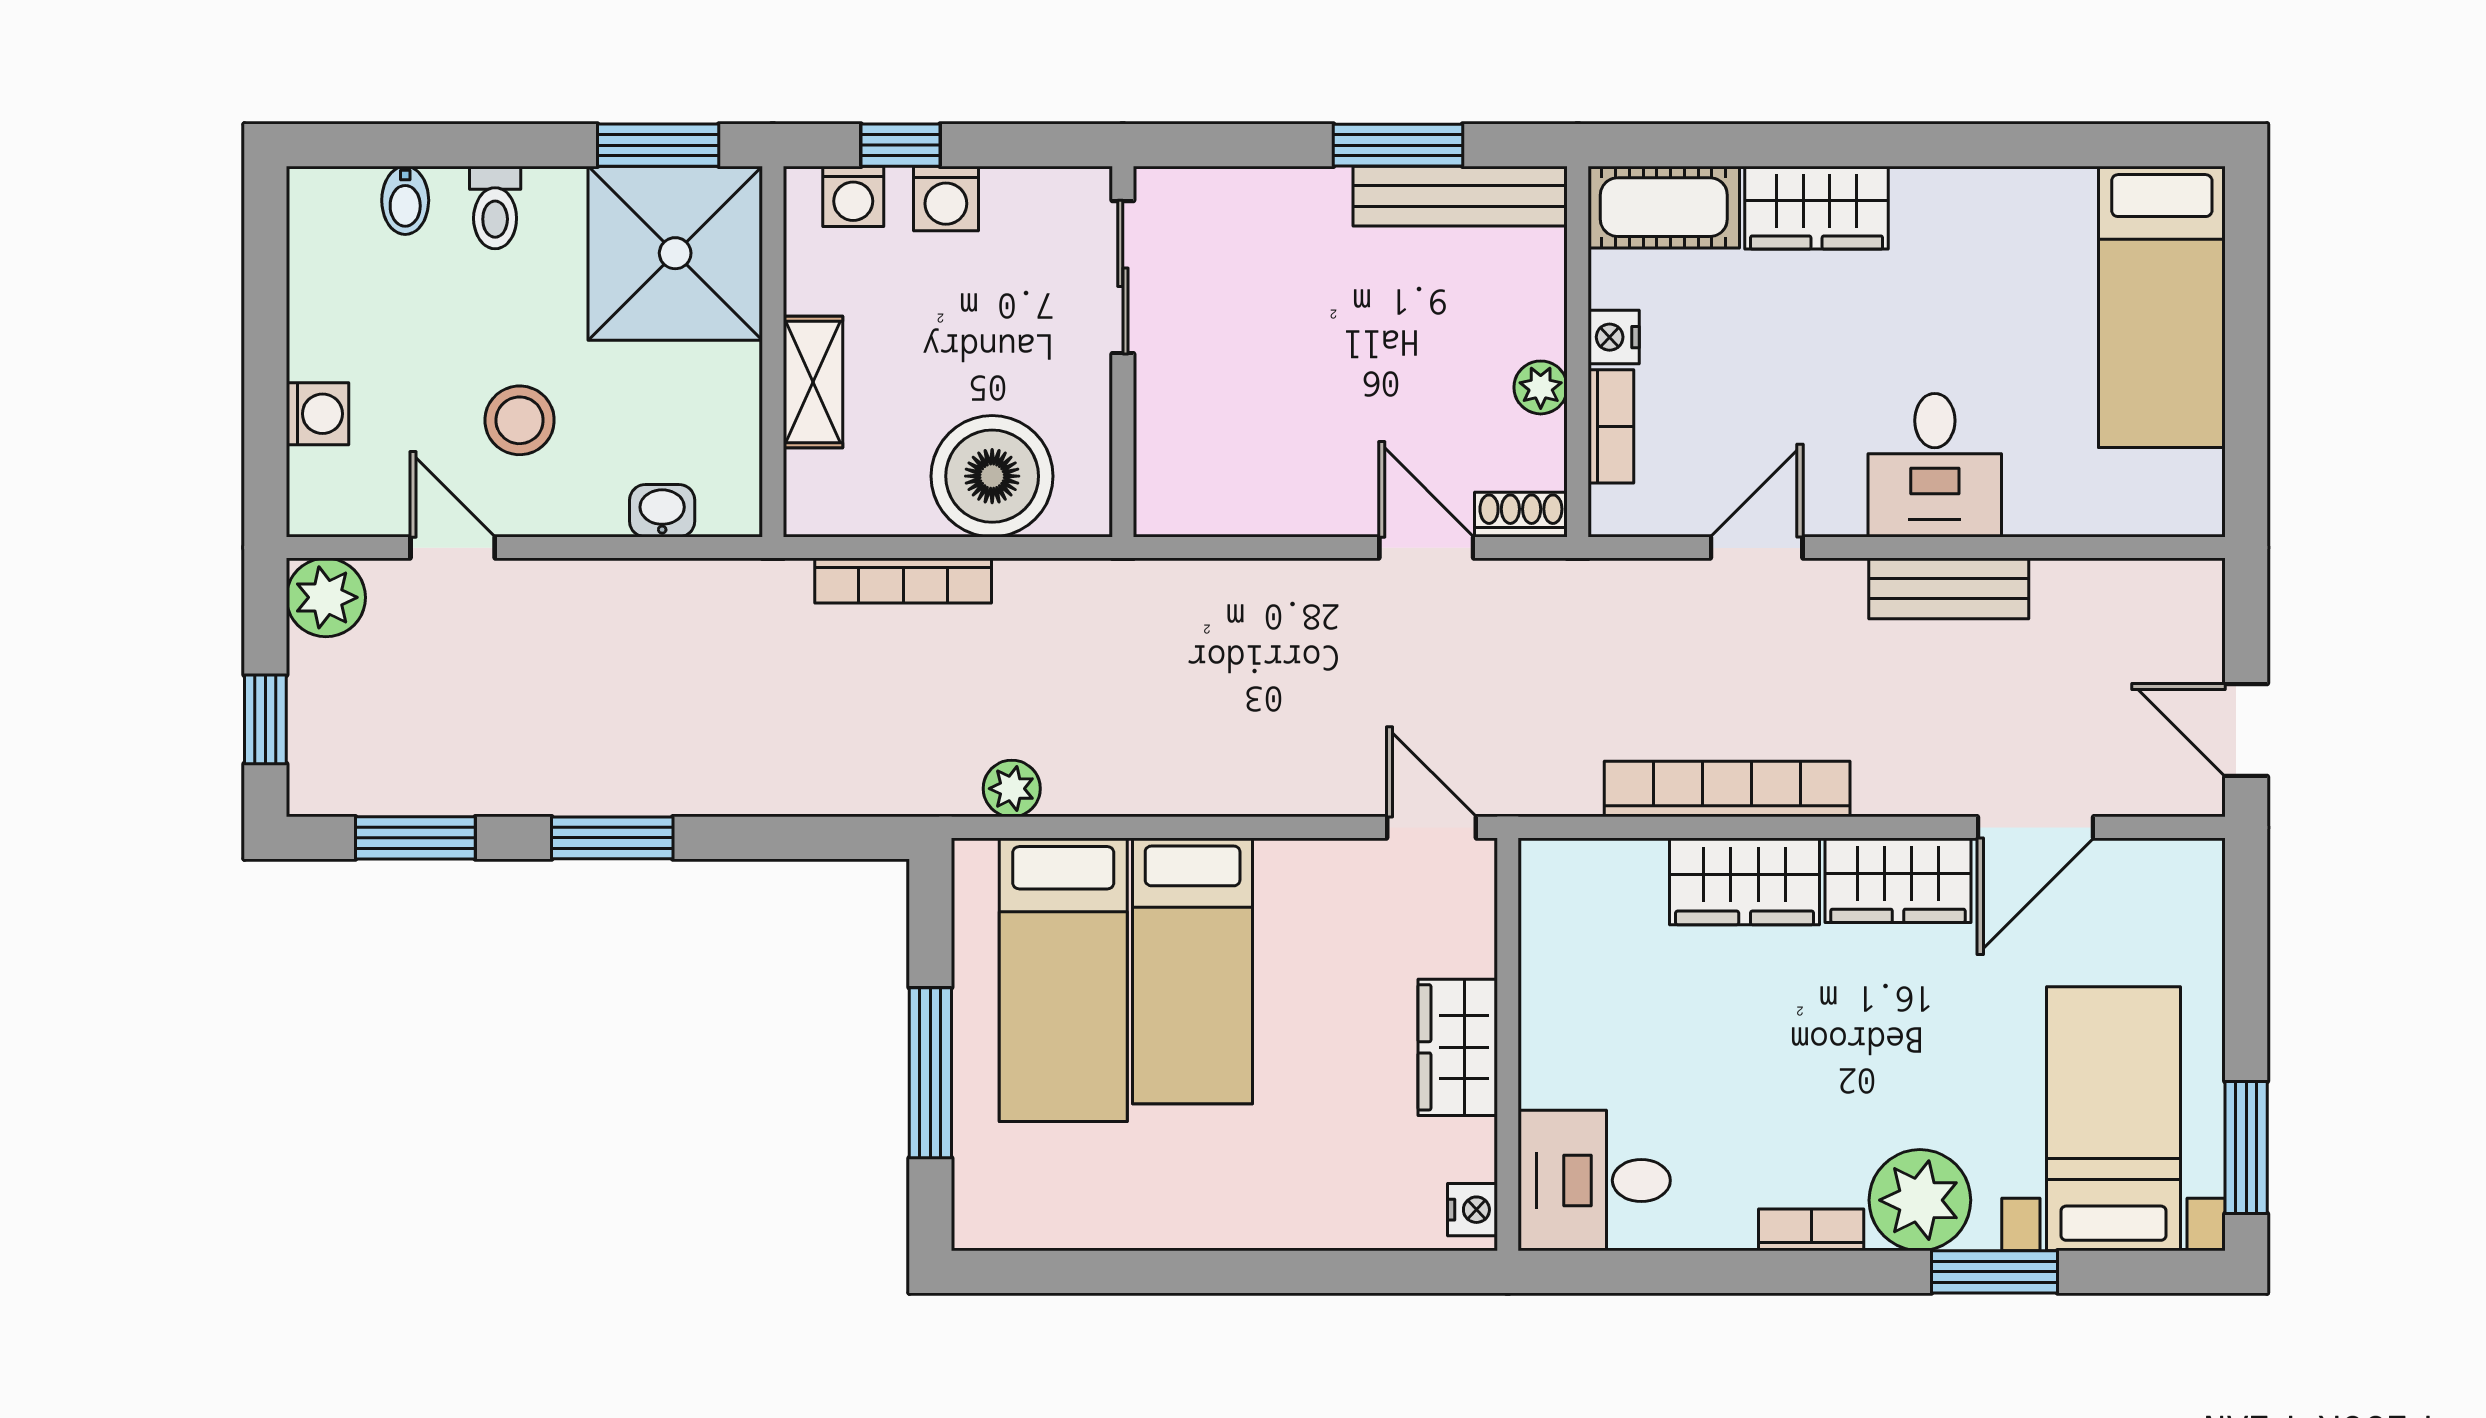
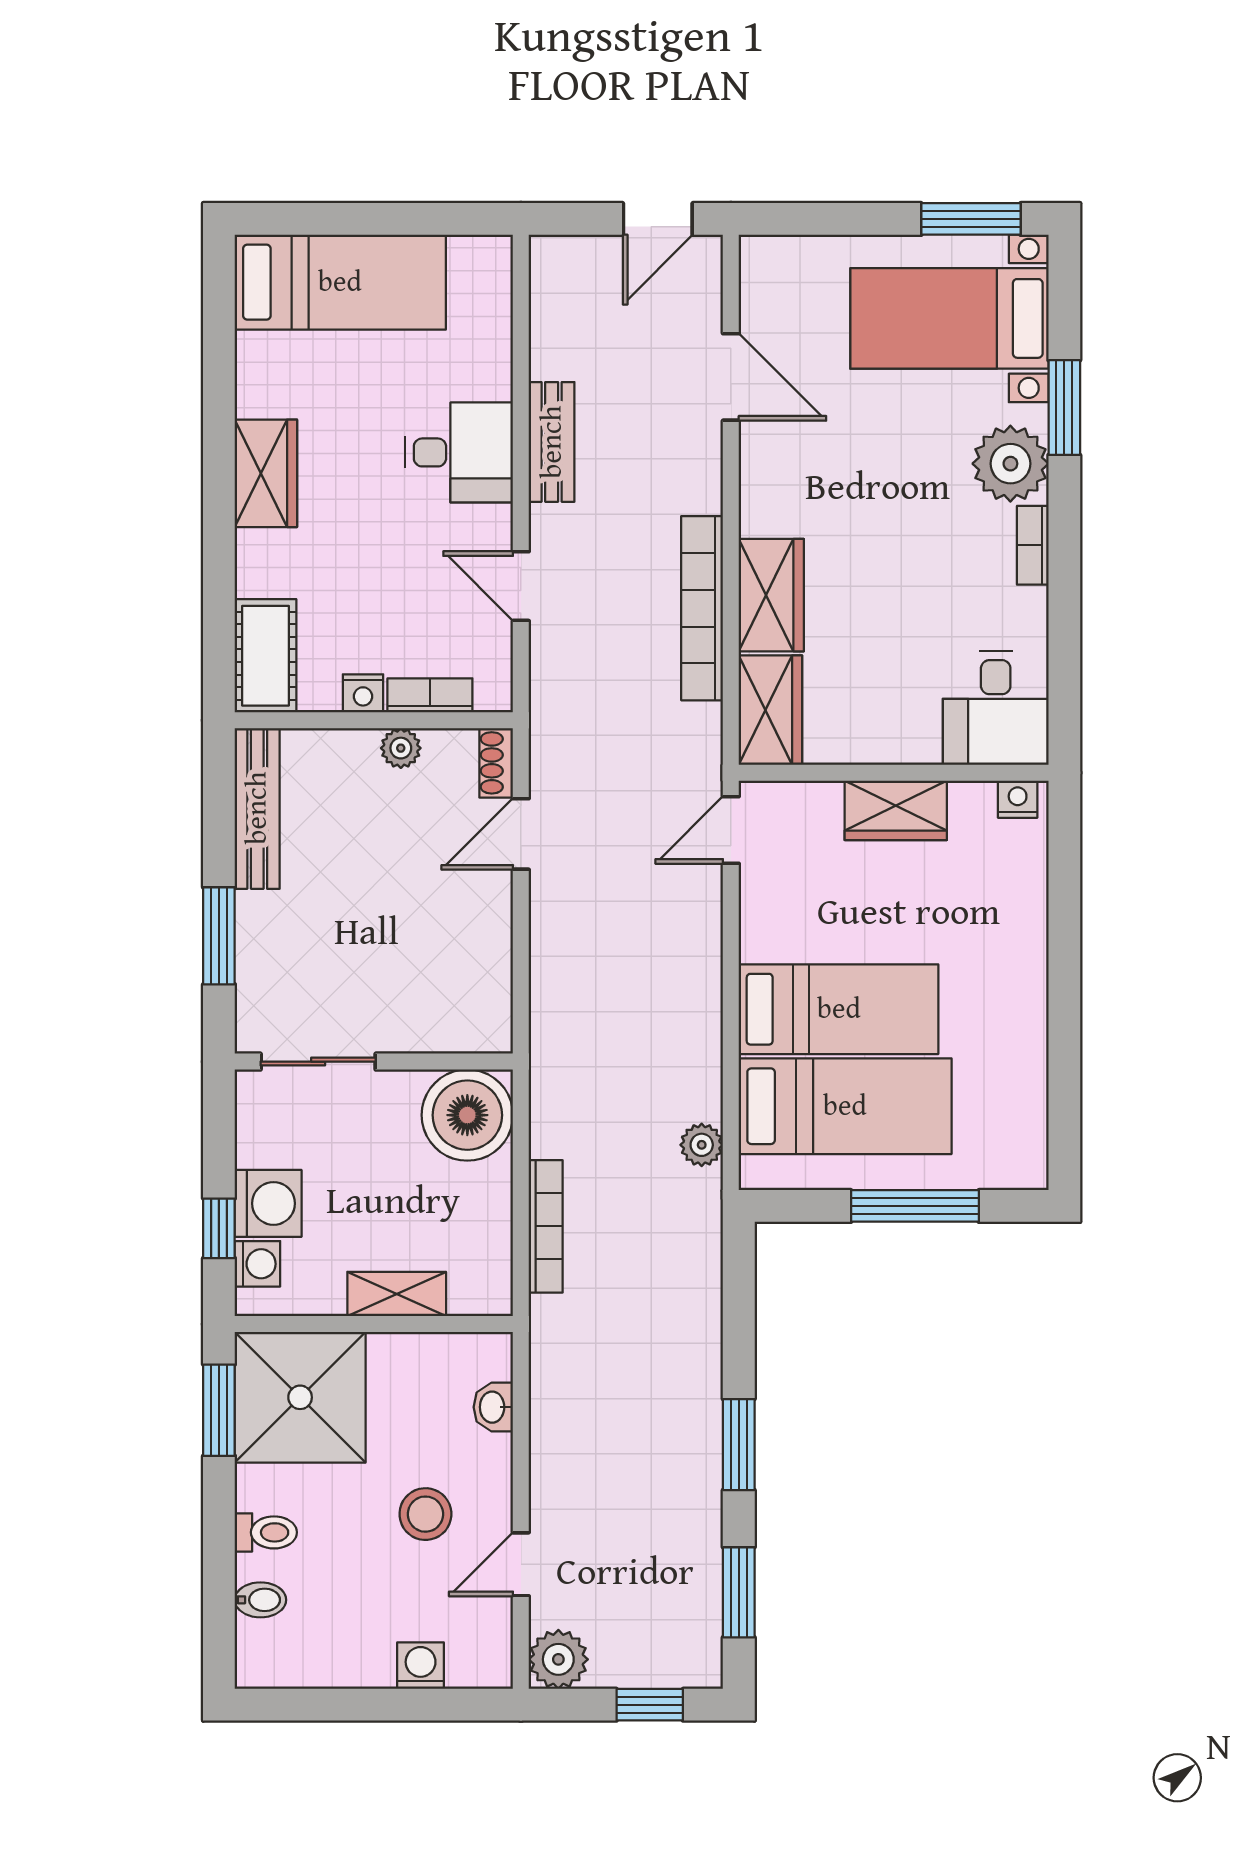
window: (1398, 145) -> (219, 936), moved
washing machine: (946, 198) -> (268, 1203), width x1.38, depth x1.38
wardrobe: (1817, 208) -> (266, 473), moved
boiler: (992, 476) -> (467, 1115), moved
wardrobe: (1898, 880) -> (770, 710), moved

